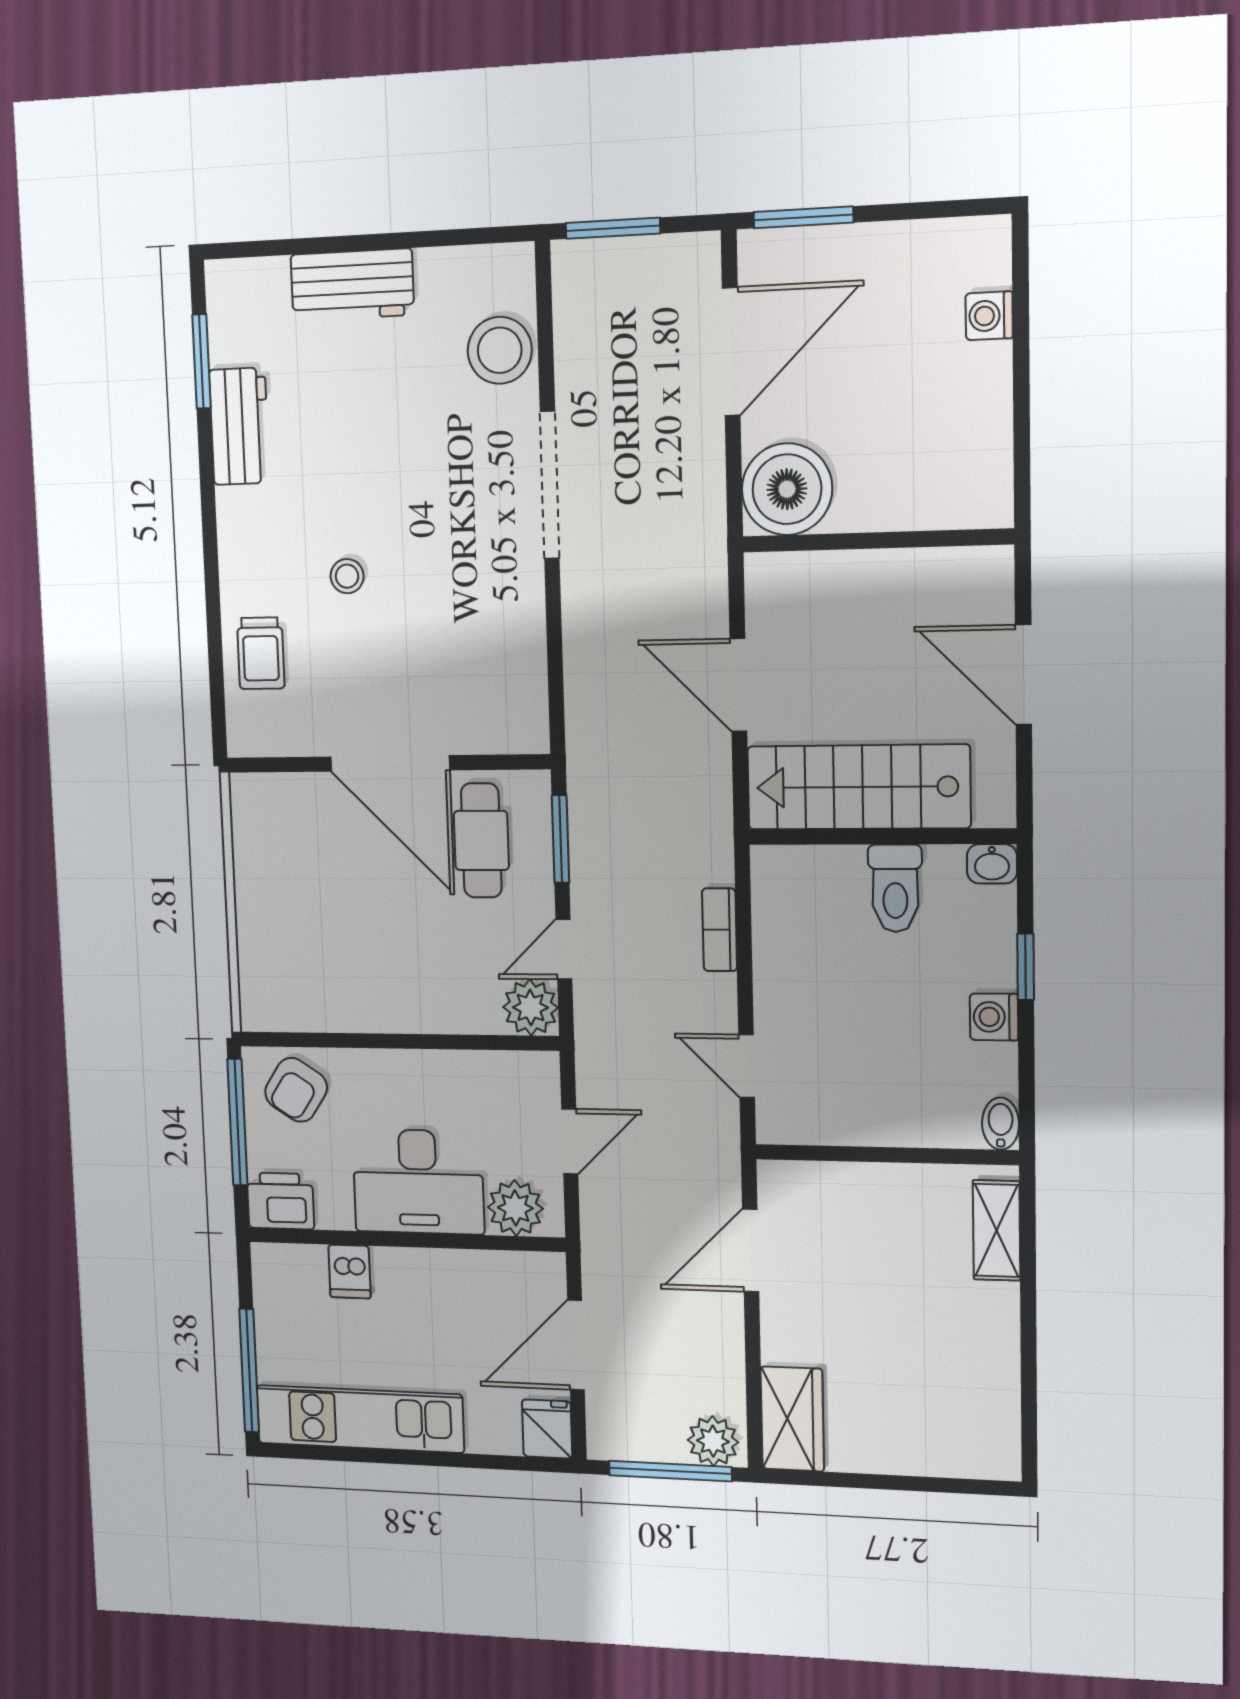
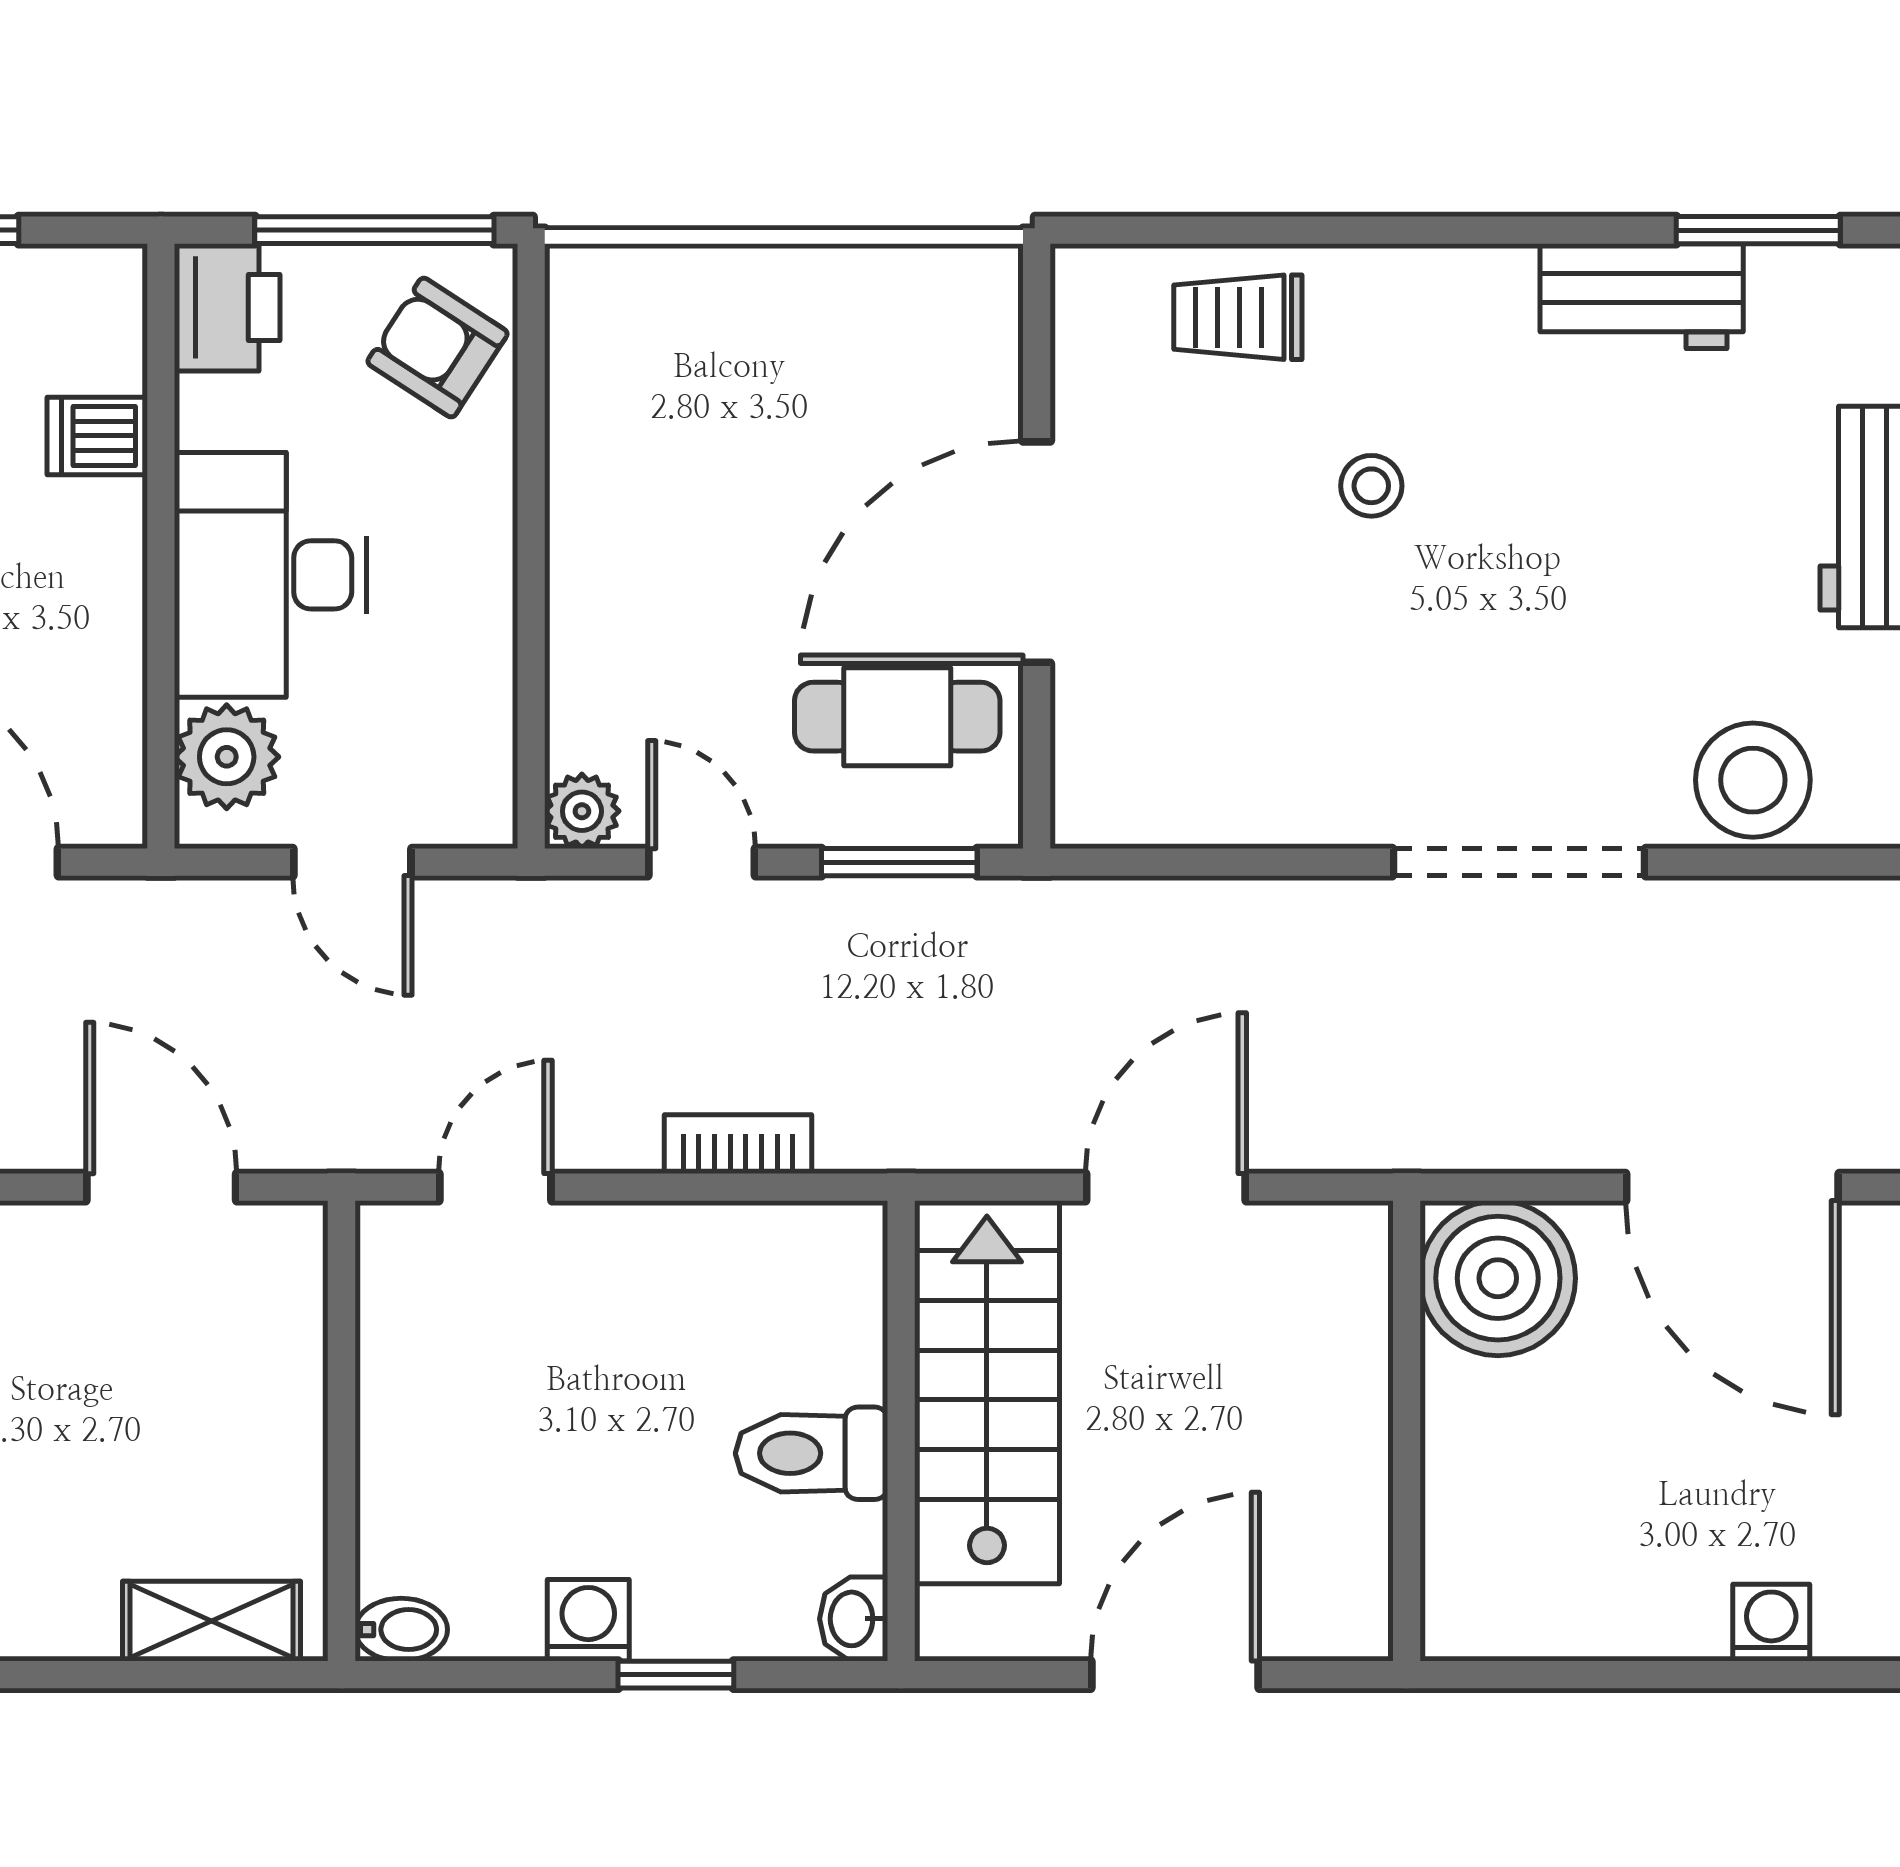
plant: (530, 1007) -> (582, 811), width x0.73, depth x0.73

